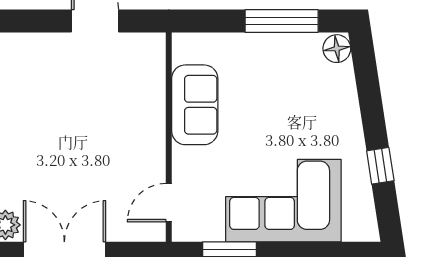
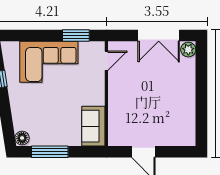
sofa: (195, 105) -> (93, 126), moved

